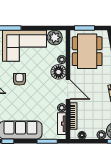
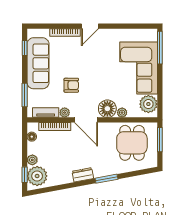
dining table: (87, 51) -> (132, 143), width x0.73
armchair: (19, 79) -> (71, 85), moved
door: (68, 90) -> (86, 120), hinge flipped

